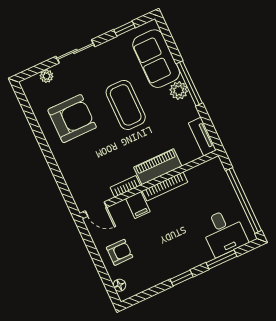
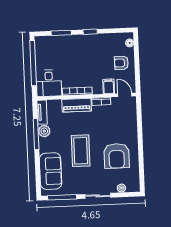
window: (124, 29) -> (62, 197), width x2.17
window: (189, 83) -> (36, 134), moved
plant: (179, 91) -> (44, 131), moved
armchair: (72, 119) -> (117, 156), turned -90
filing cabinet: (138, 205) -> (109, 86), moved
desk: (224, 232) -> (49, 83), moved, turned 180

